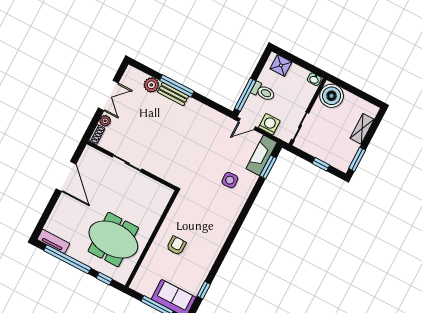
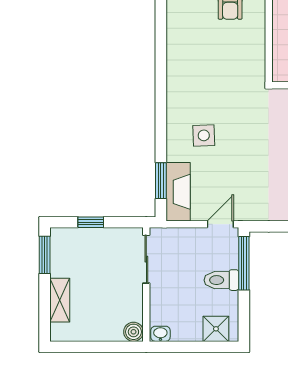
boiler: (332, 96) -> (133, 332), width x0.54, depth x0.54
washing machine: (269, 124) -> (190, 240), removed

